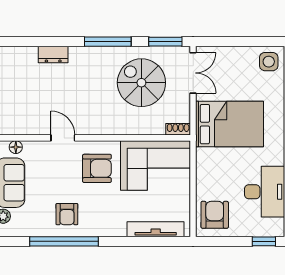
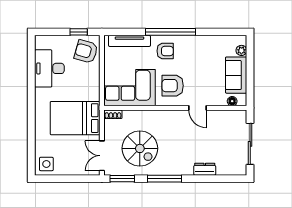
armchair: (67, 214) -> (165, 51), moved, turned 90
armchair: (215, 215) -> (86, 51), turned 106
window: (64, 241) -> (171, 32), moved
window: (264, 241) -> (79, 32), moved

